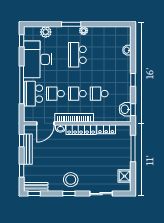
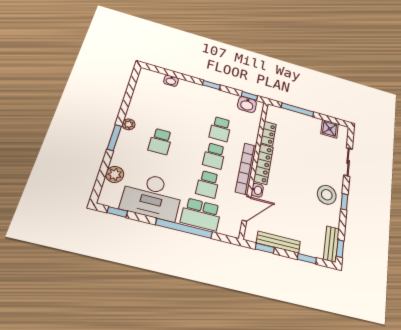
school desk: (77, 55) -> (160, 141), width x0.54
door: (45, 123) -> (247, 209), hinge flipped

